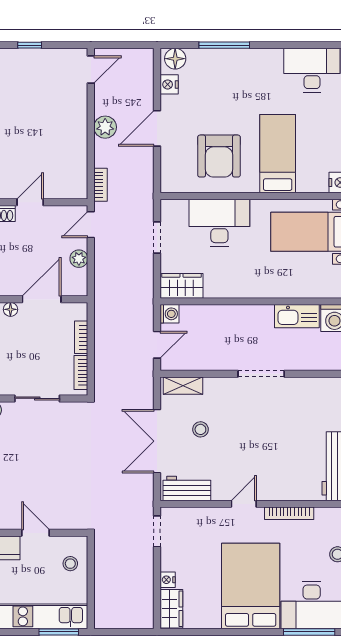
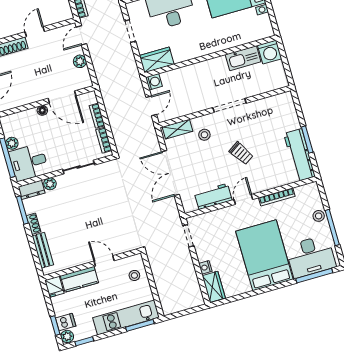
door: (42, 299) -> (62, 97), swing flipped
stool: (200, 429) -> (204, 135), moved
trolley: (258, 442) -> (241, 153), added
workbench: (187, 488) -> (213, 196), moved

